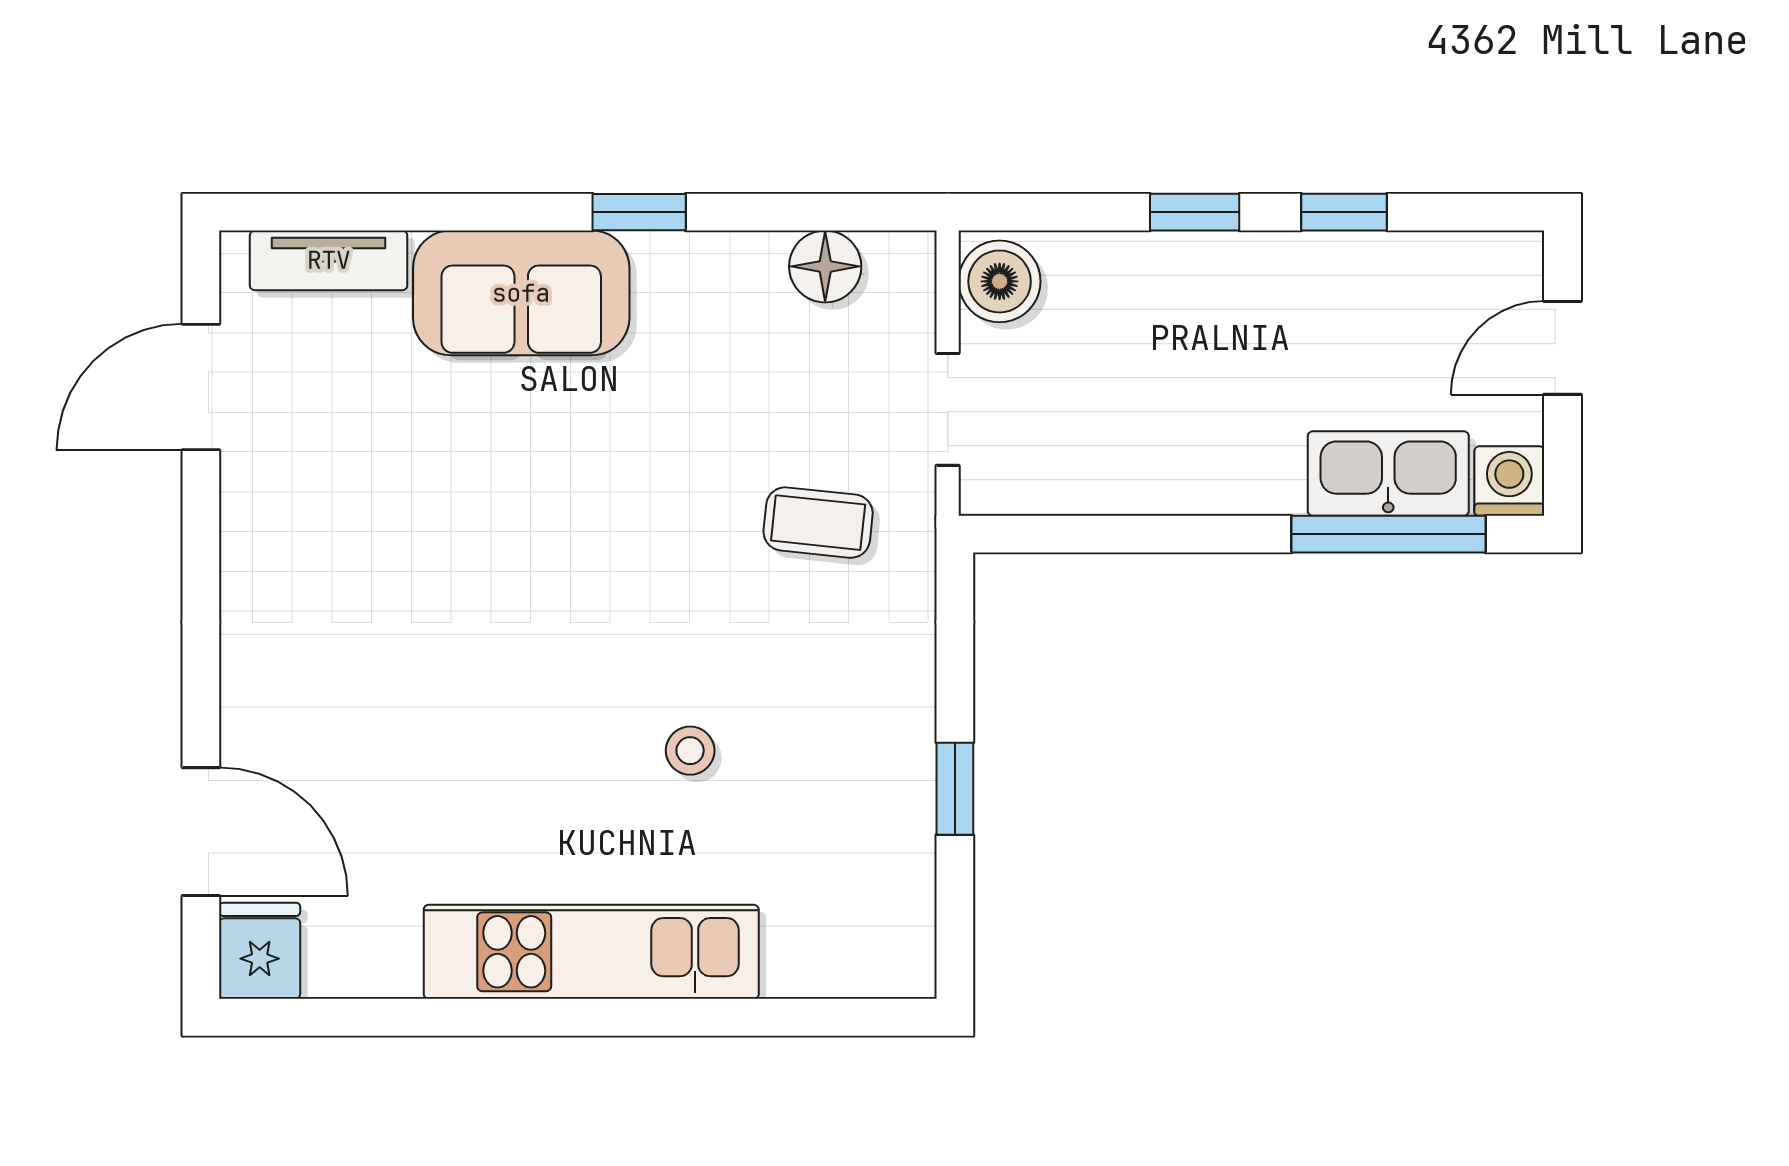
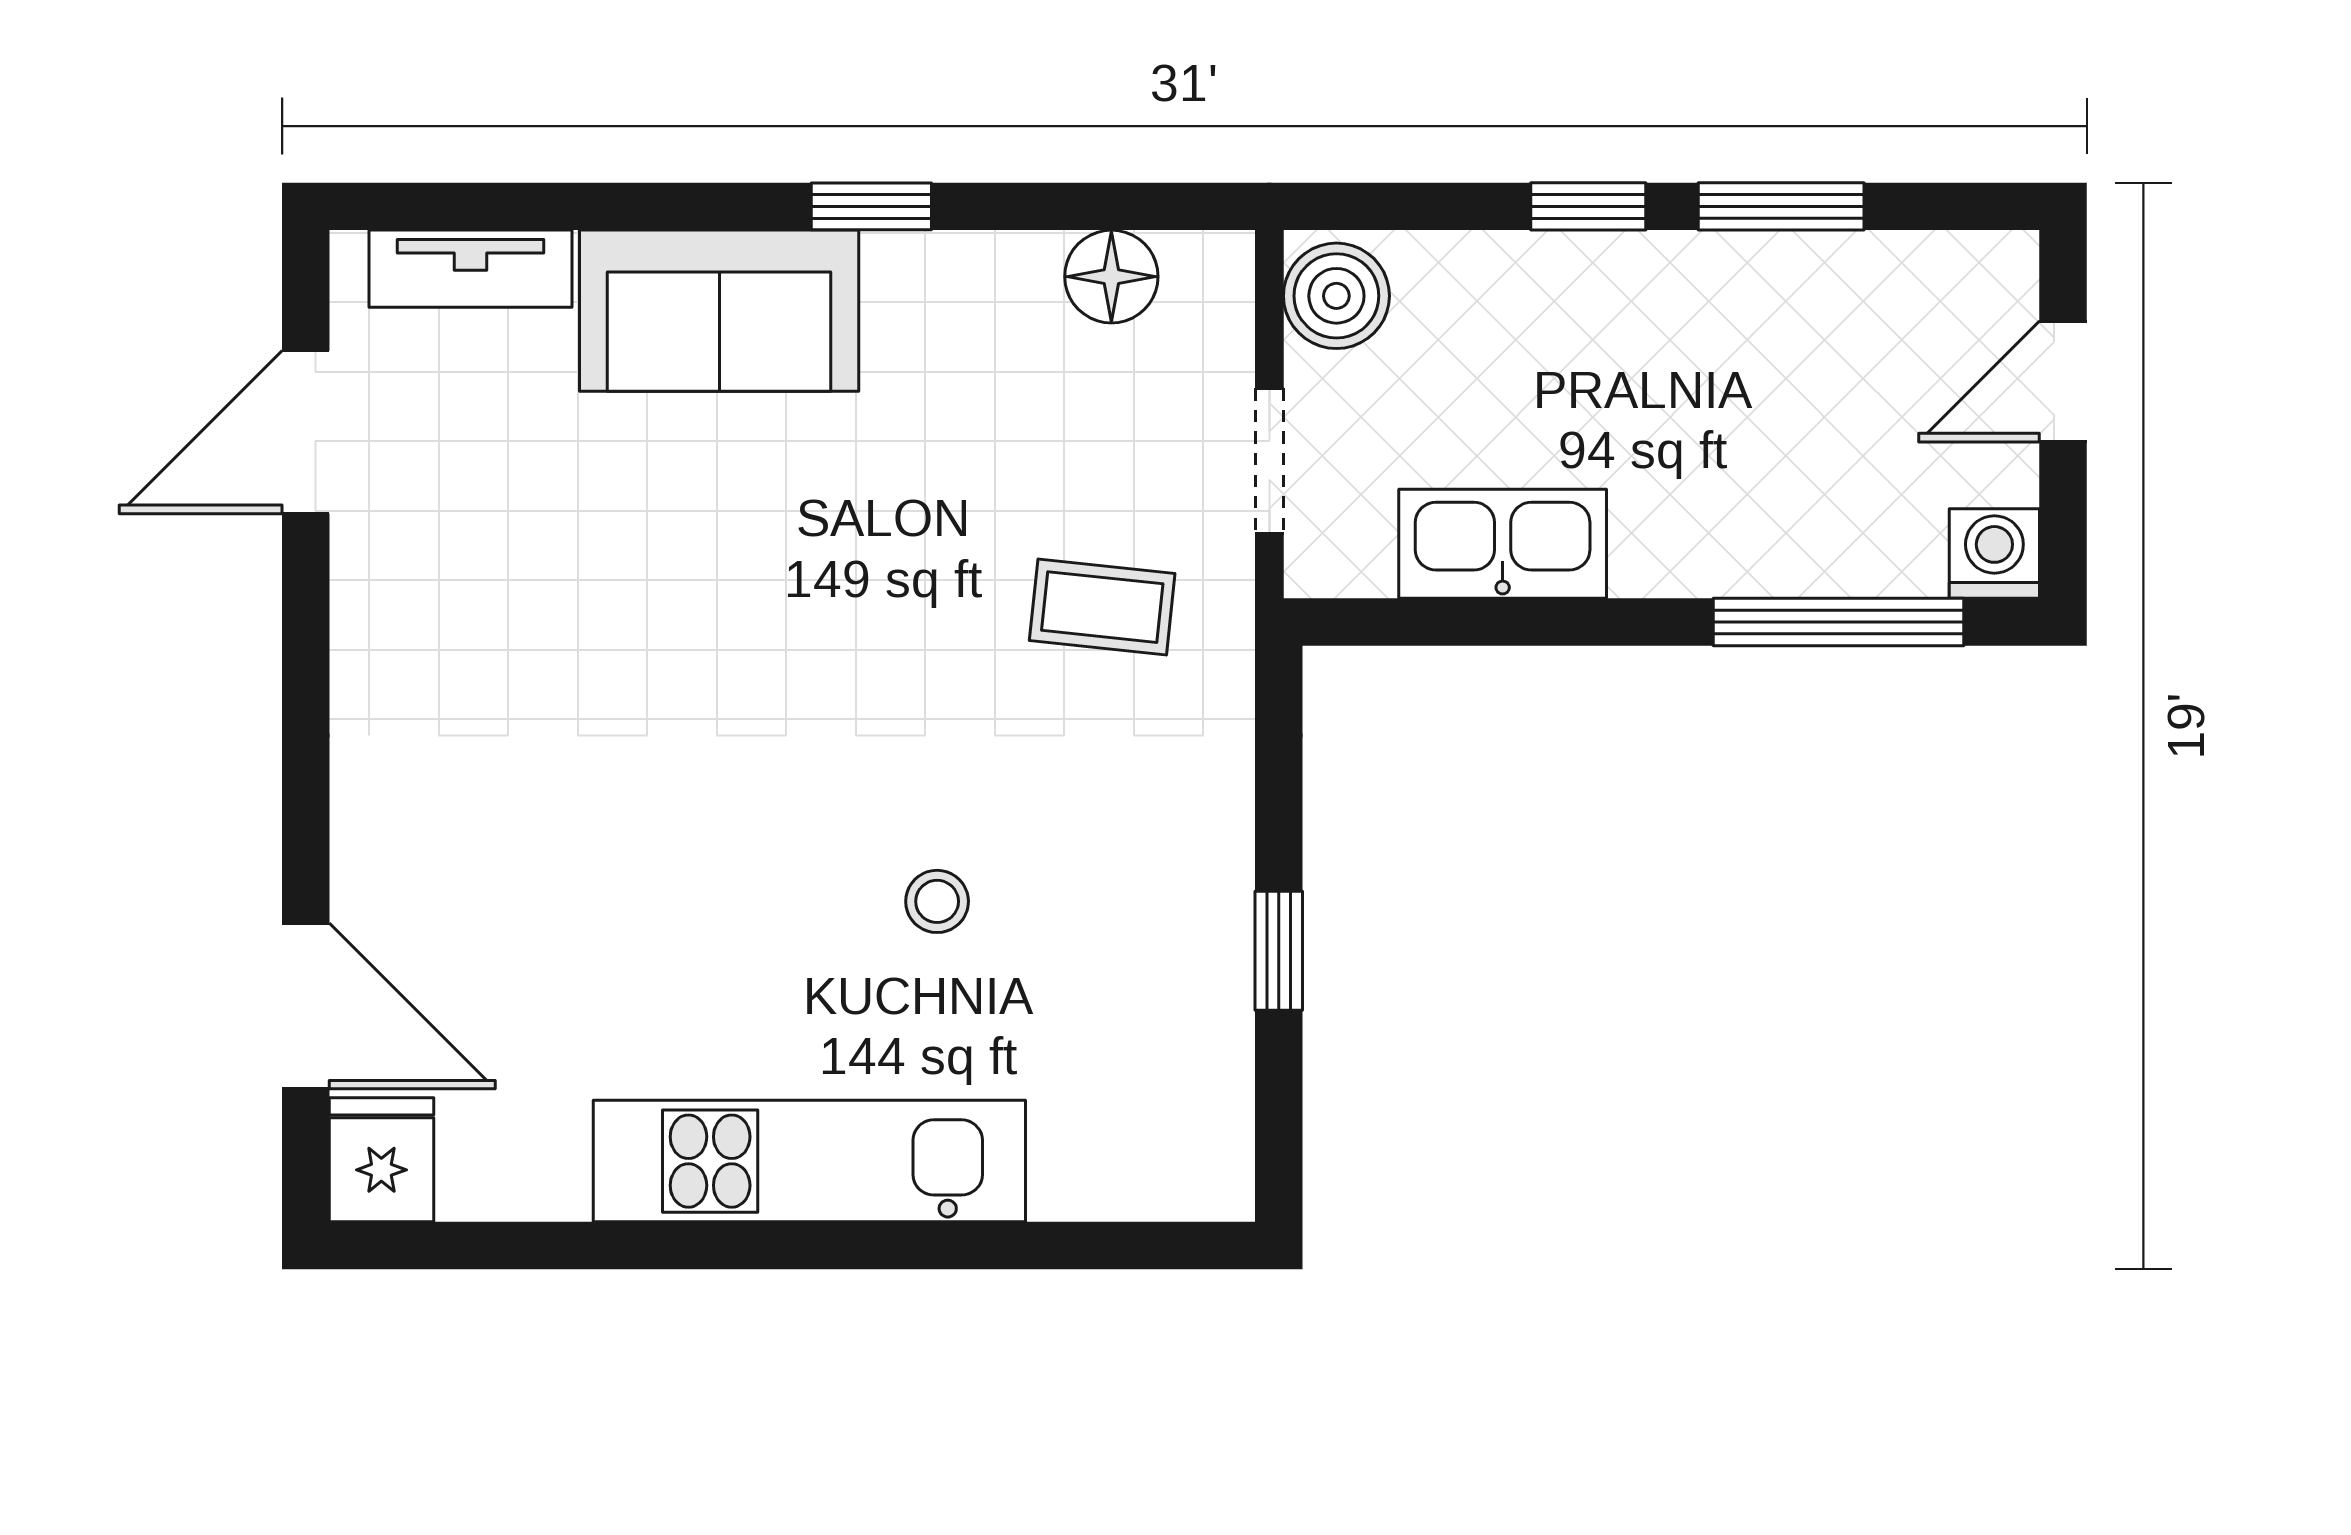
window: (1344, 212) -> (1781, 206), width x1.50
kitchen sink: (1388, 473) -> (1503, 544), moved

